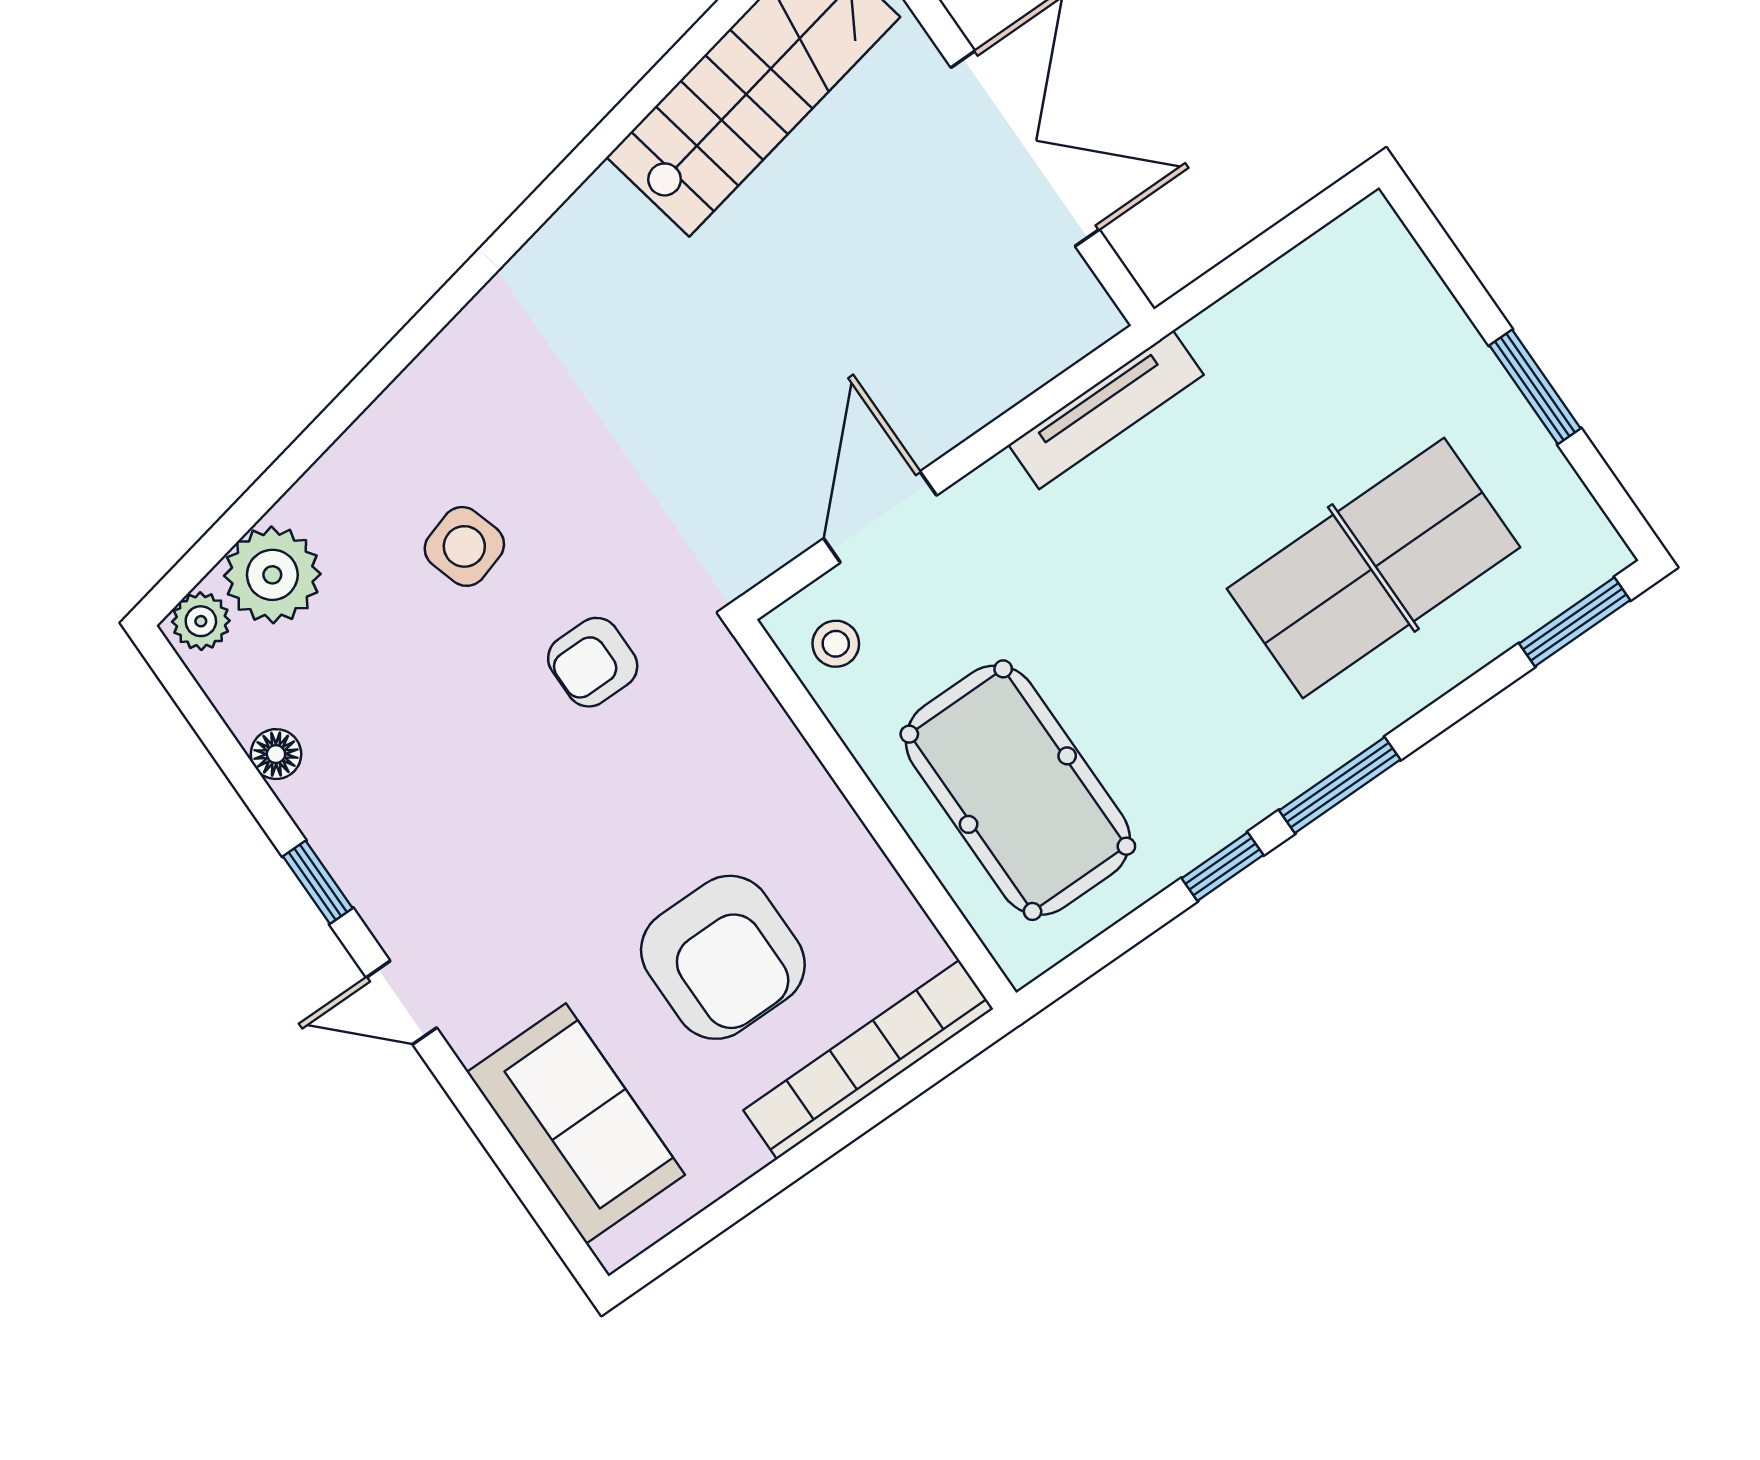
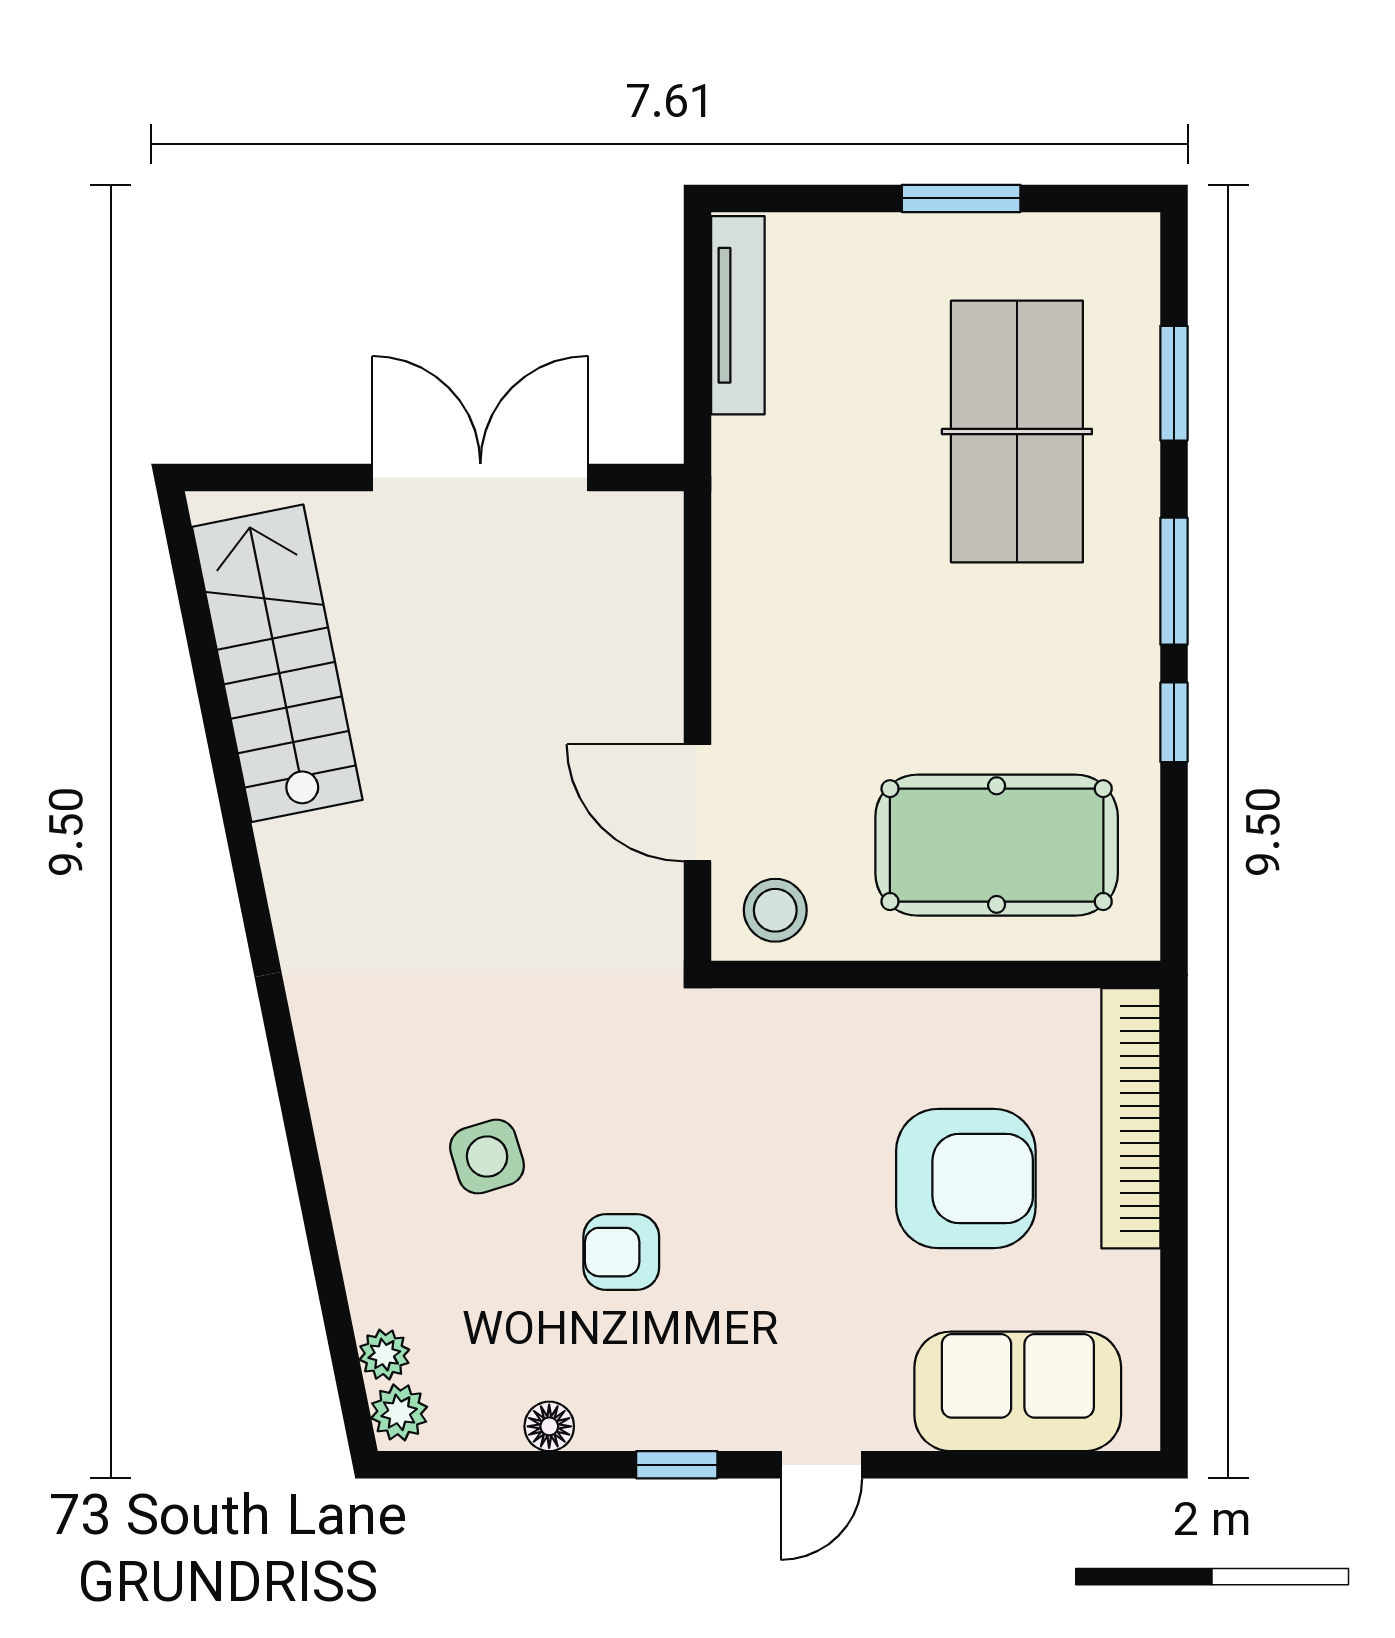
tv unit: (1106, 410) -> (738, 315), moved
plant: (272, 575) -> (384, 1355), width x0.53, depth x0.53
window: (1575, 622) -> (1174, 383), moved
stool: (836, 644) -> (775, 910), width x1.37, depth x1.37
armchair: (593, 662) -> (621, 1252), moved, turned 90

